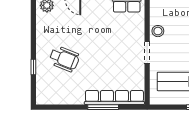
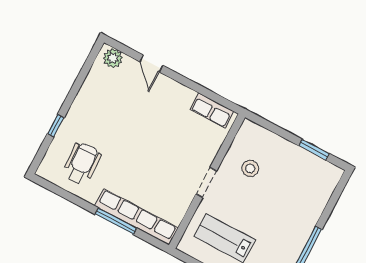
stool: (158, 31) -> (250, 168), moved
wheelchair: (64, 59) -> (82, 163), moved, turned -115

